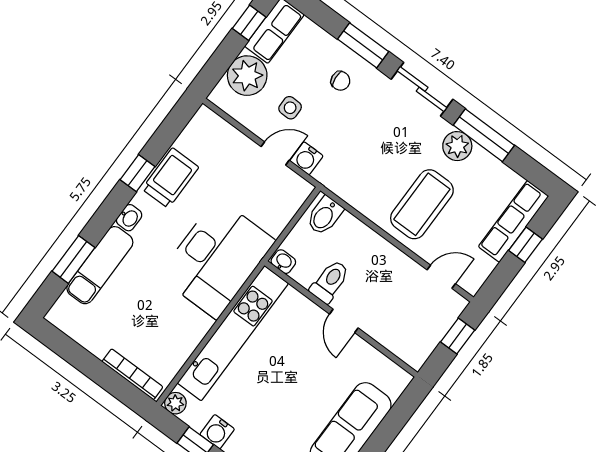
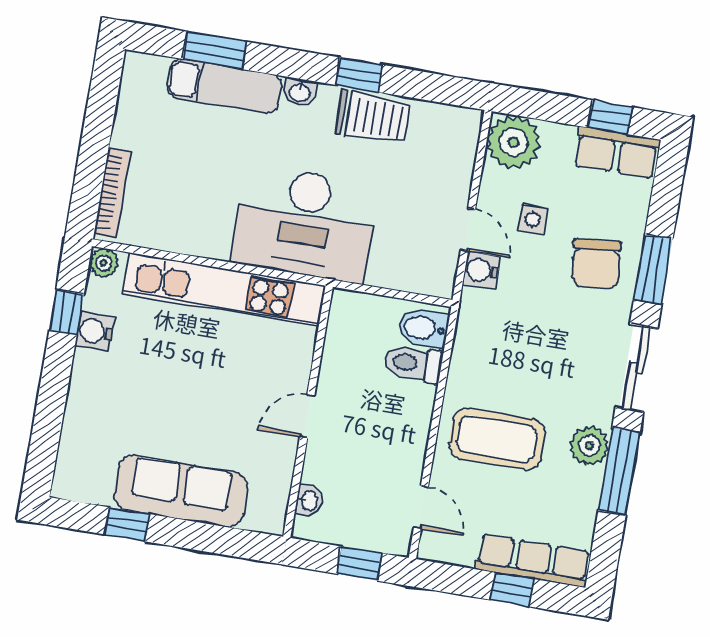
plant: (247, 76) -> (514, 142), moved
chair: (340, 81) -> (596, 264), width x1.87, depth x1.87
washbasin: (283, 262) -> (309, 500), moved
toilet: (330, 282) -> (413, 363), moved, turned 180

